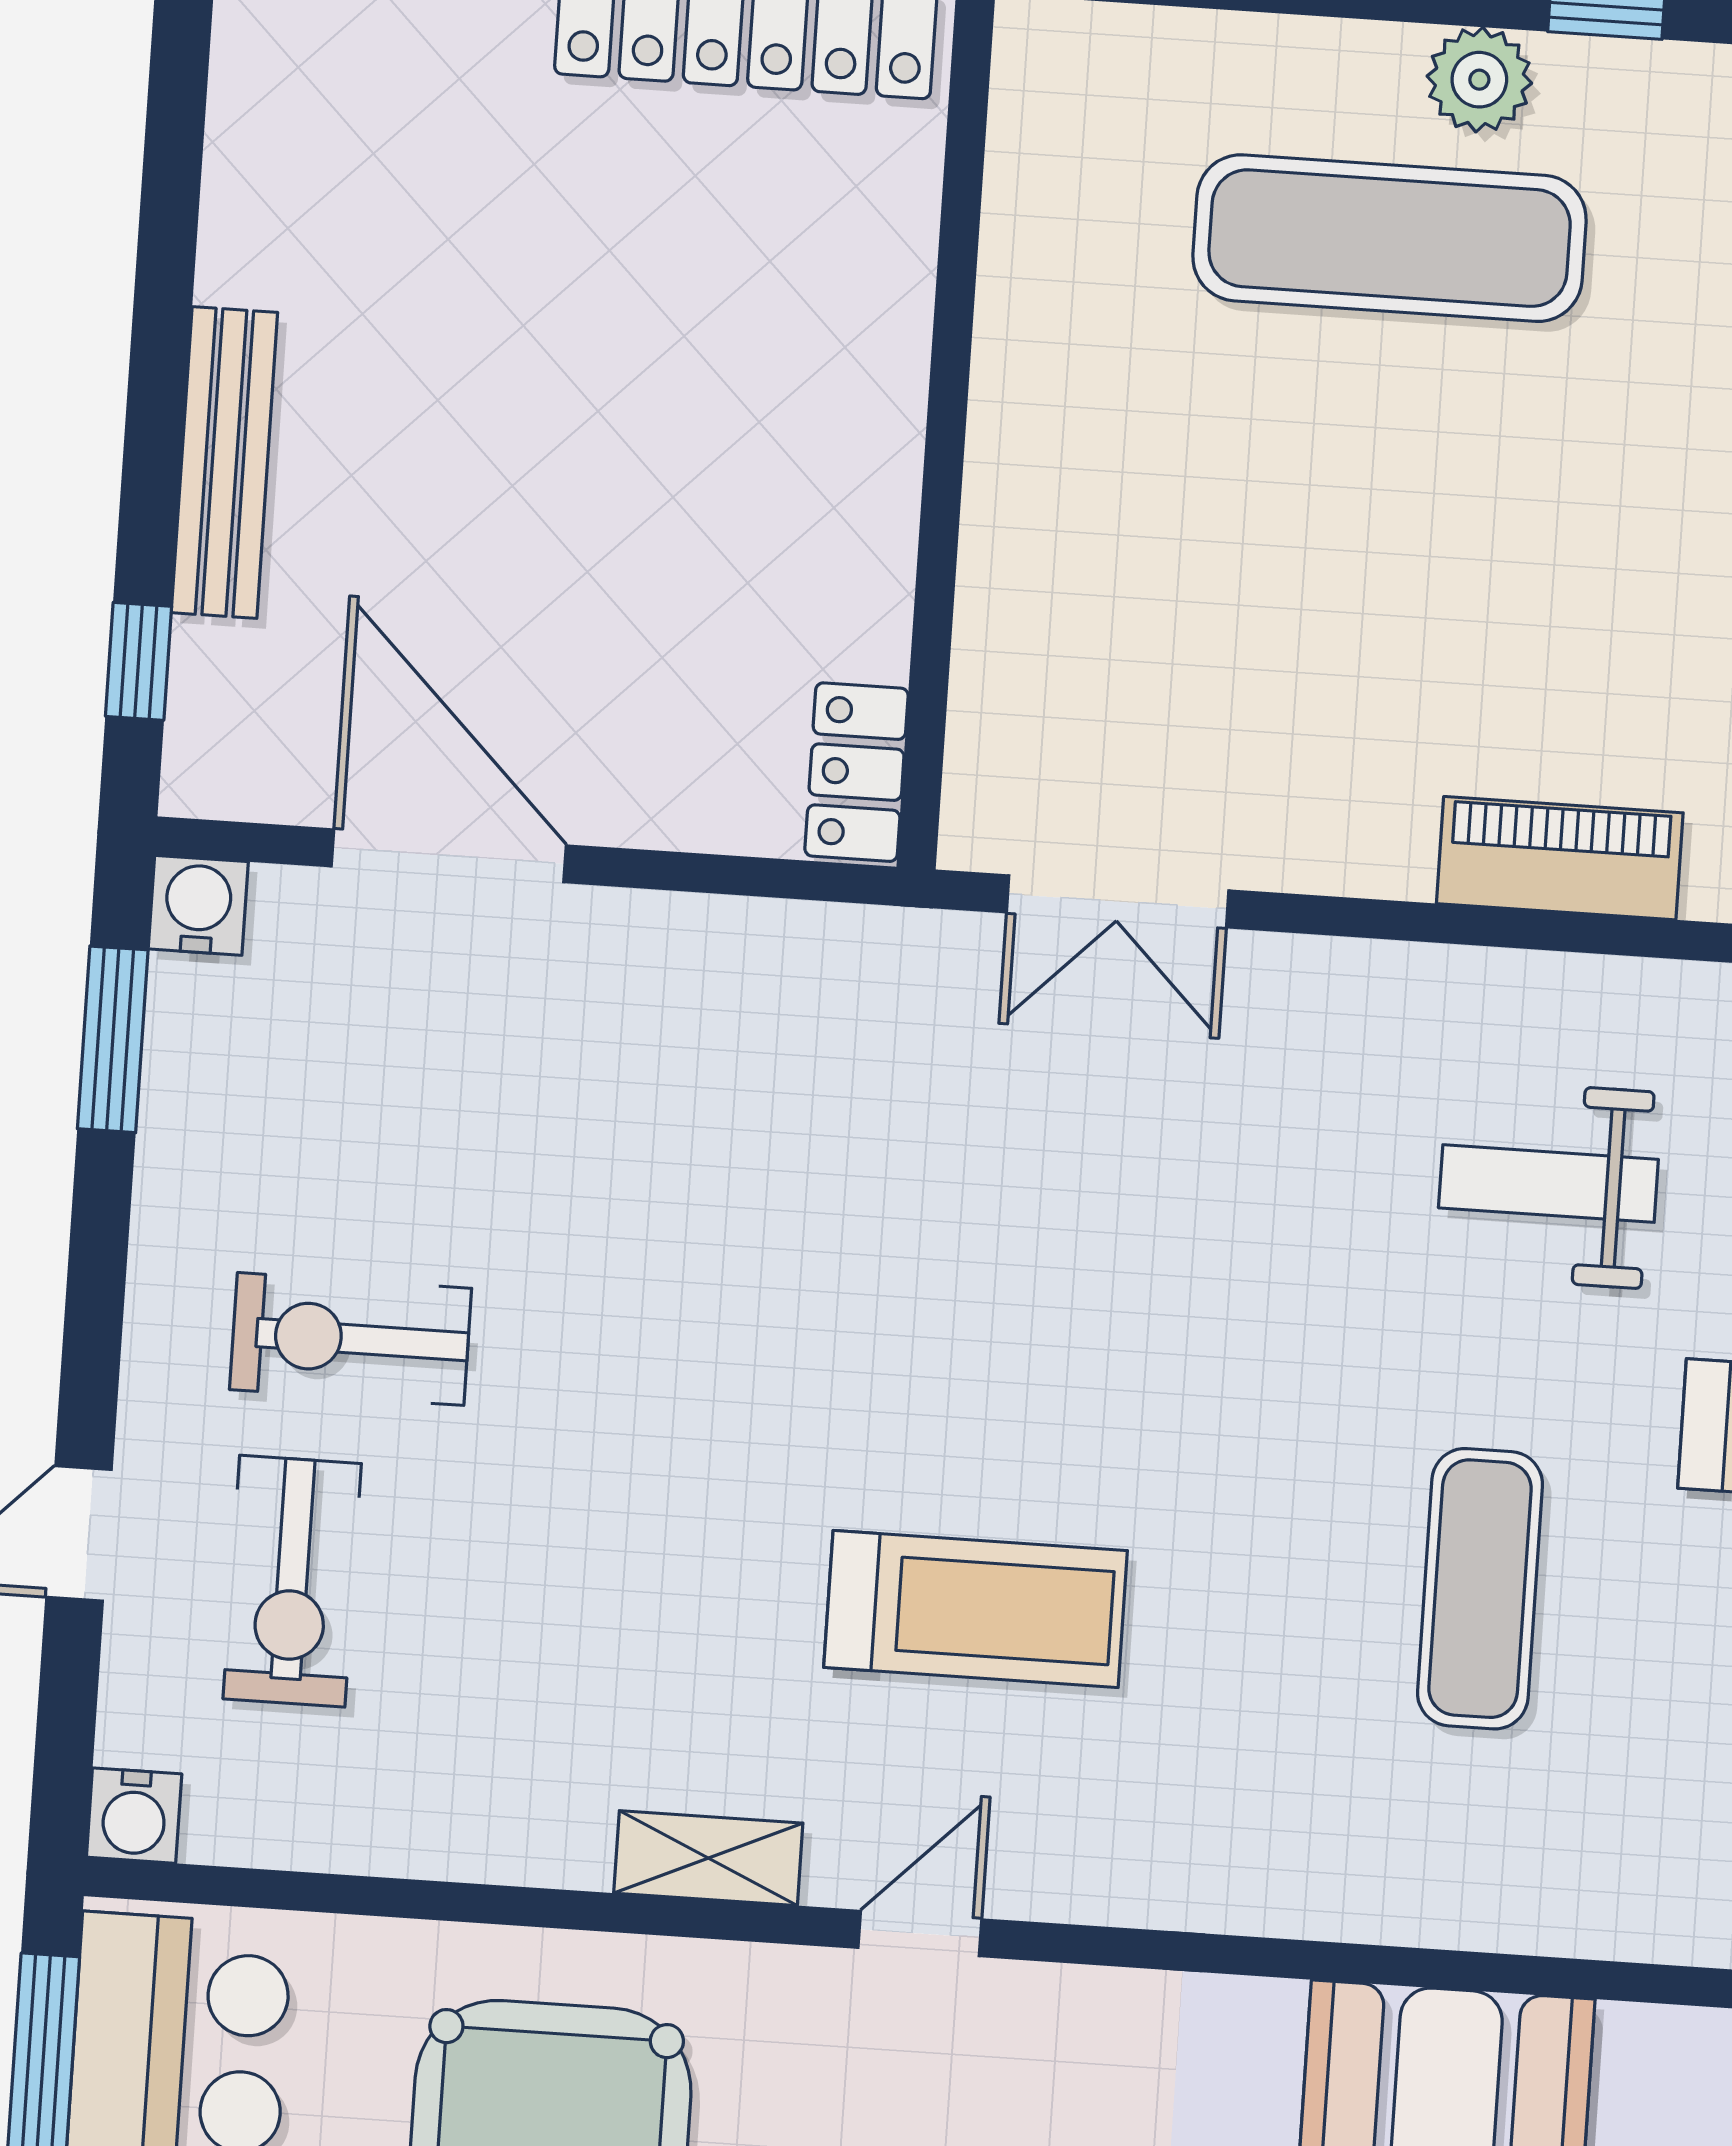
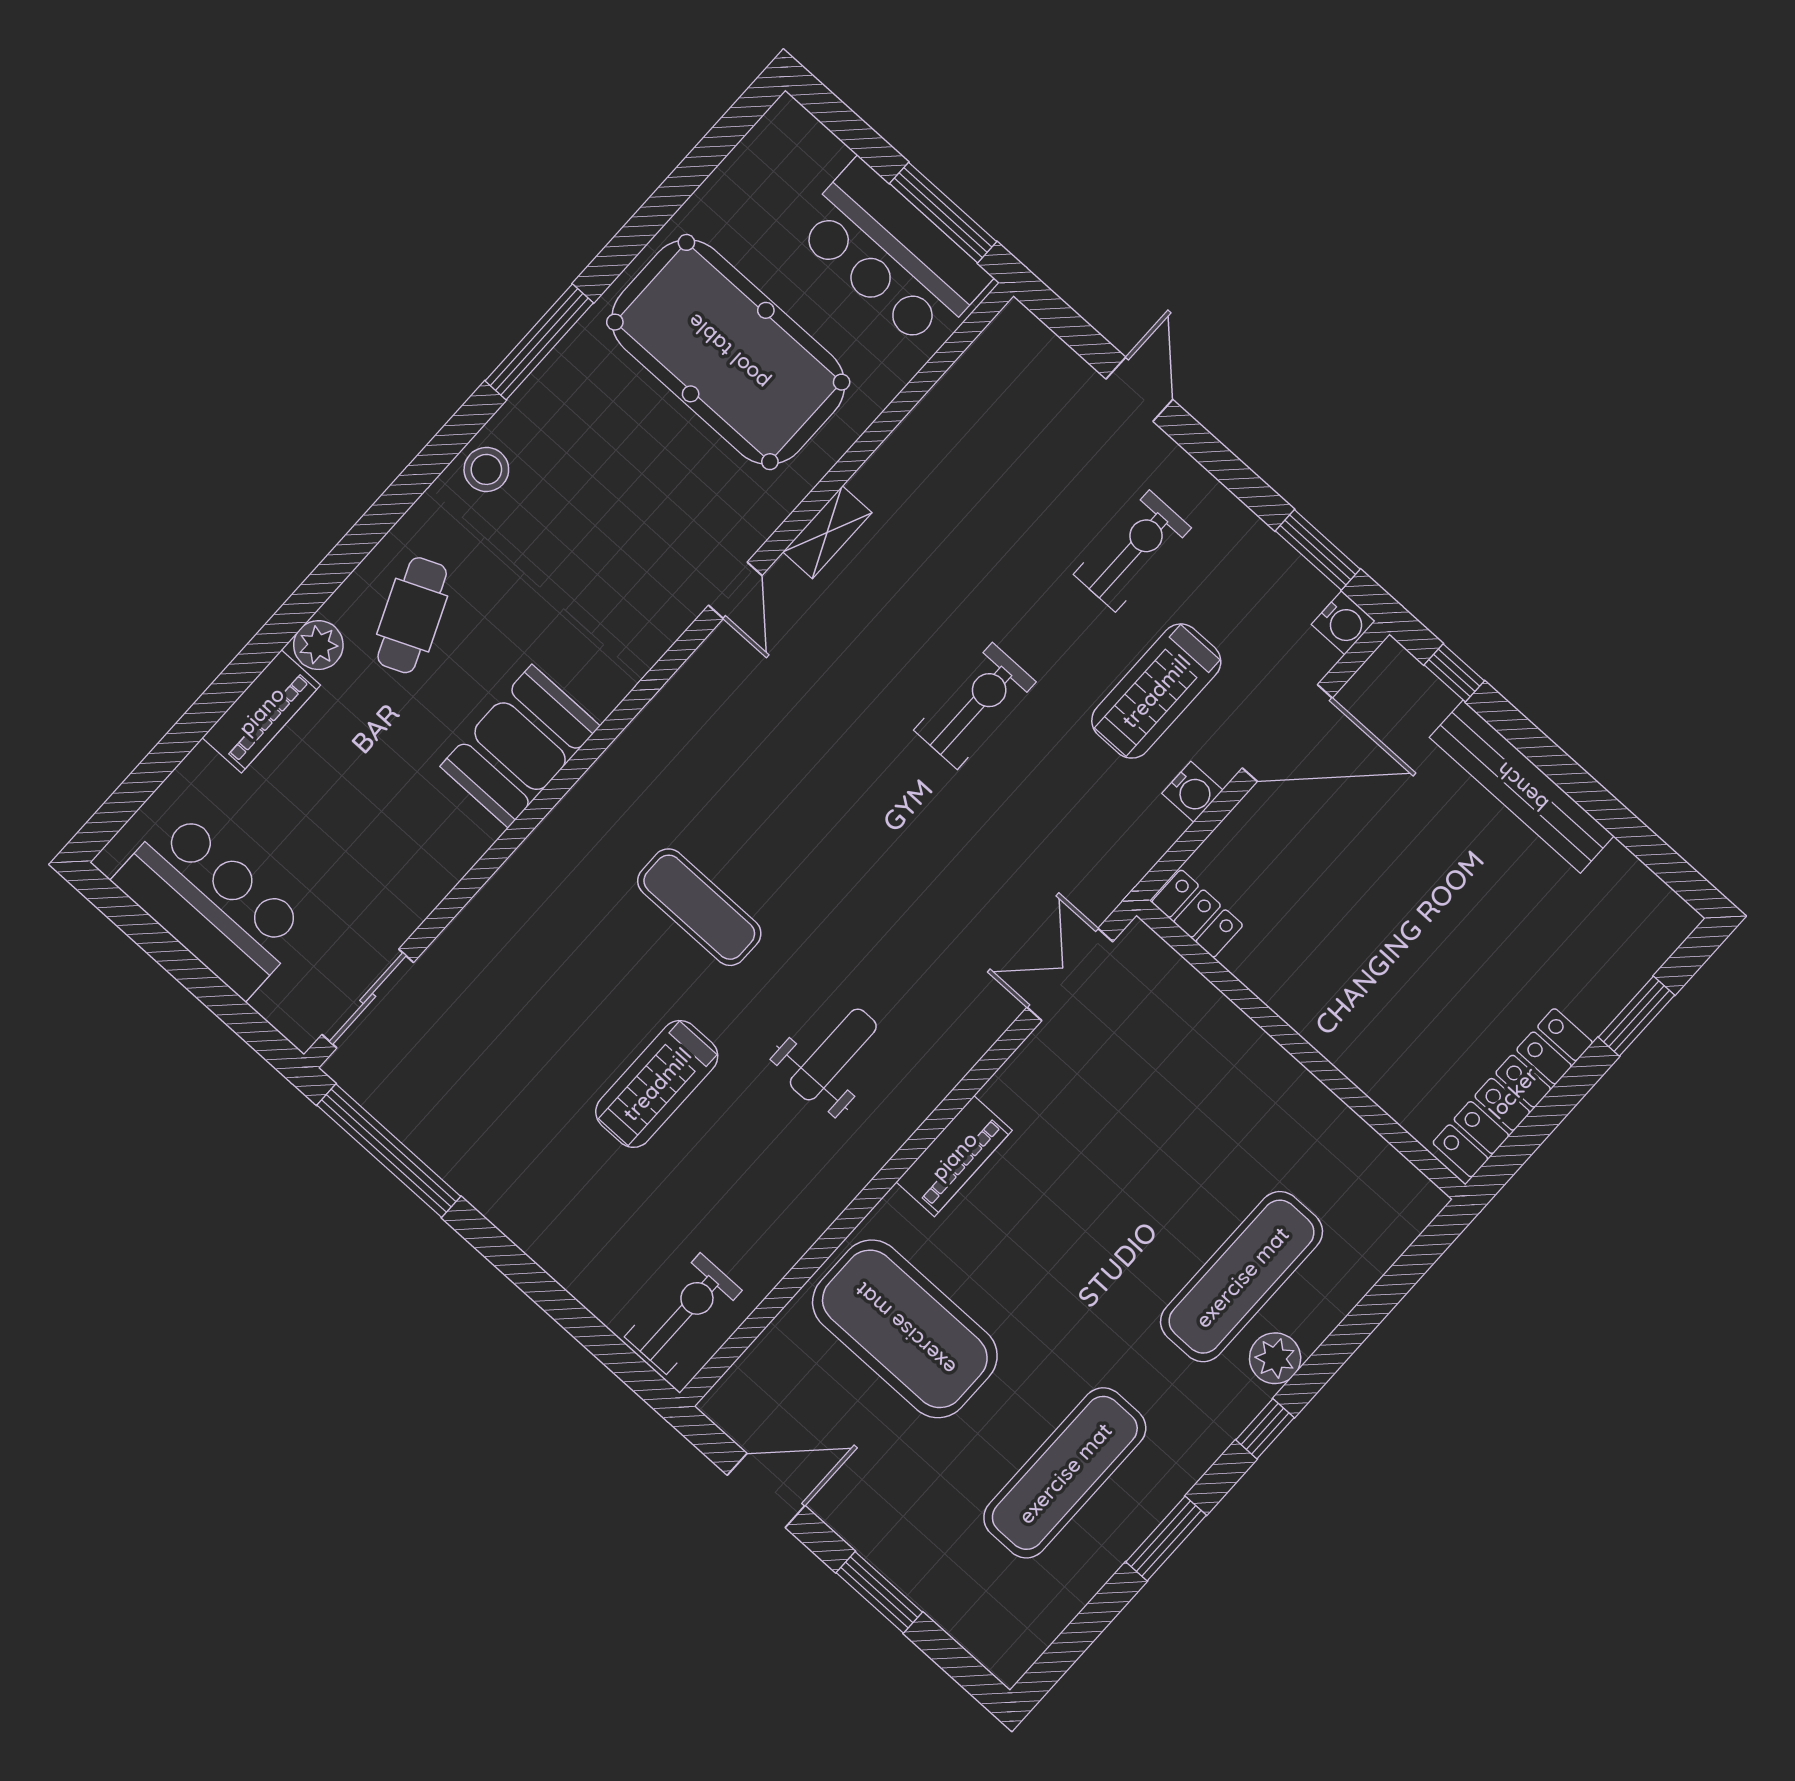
bench: (224, 463) -> (1522, 787), width x1.37, depth x1.21
exercise bike: (292, 1581) -> (975, 706), moved, turned 90
treadmill: (976, 1609) -> (1156, 691), moved
water cooler: (134, 1816) -> (1192, 792), moved, turned 180

